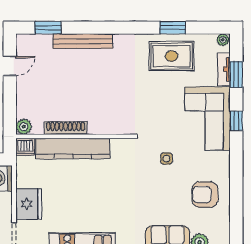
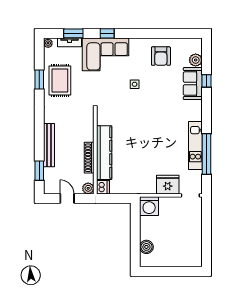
plant: (24, 127) -> (88, 188), moved
shoe rack: (66, 128) -> (89, 158), moved
wall: (75, 136) -> (95, 151), moved
dishwasher: (25, 147) -> (103, 187), moved
kitchen counter: (73, 149) -> (104, 153), moved

